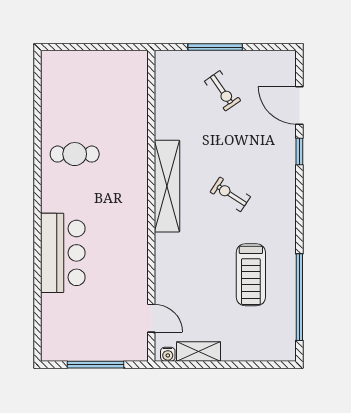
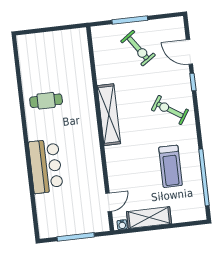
exercise bike: (223, 91) -> (138, 48), width x1.38, depth x1.39
exercise bike: (230, 194) -> (170, 110), moved, width x1.38, depth x1.39
door: (151, 318) -> (109, 202), hinge flipped
shelving: (199, 352) -> (149, 218), width x1.50, depth x1.33

